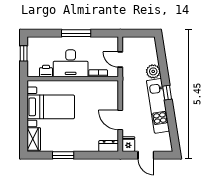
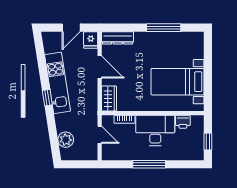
plant: (153, 71) -> (66, 140), moved
wardrobe: (34, 139) -> (109, 99), moved, turned 180
dresser: (109, 146) -> (118, 38), width x1.44
window: (63, 155) -> (164, 28), width x1.44
door: (146, 155) -> (71, 28), swing flipped

